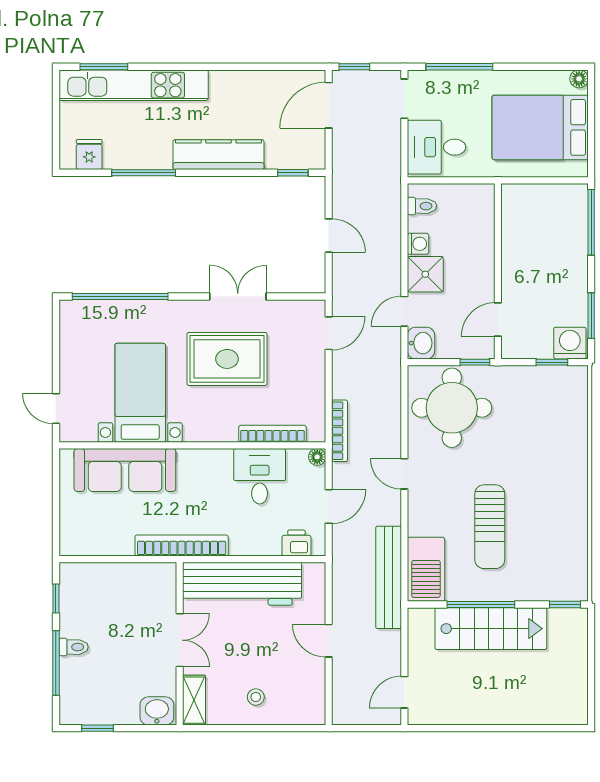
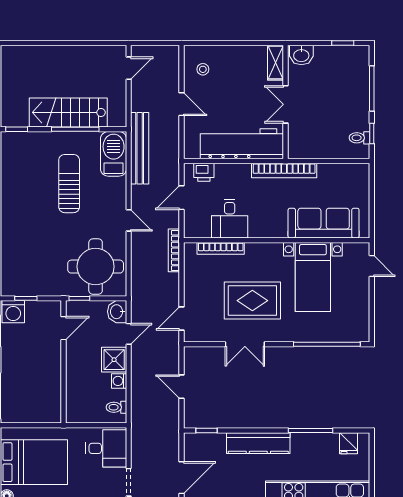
floor lamp: (317, 457) -> (190, 232), removed
toilet: (74, 647) -> (359, 138), moved
stool: (256, 697) -> (203, 69), moved

